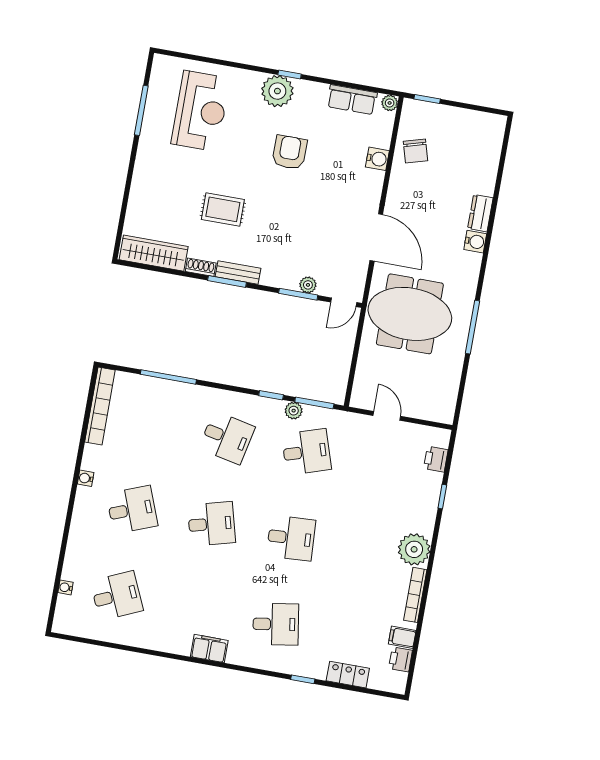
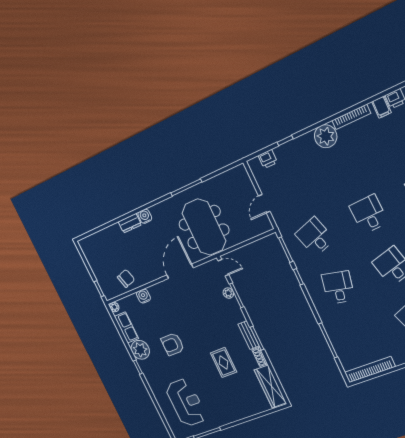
plant: (277, 91) -> (140, 350), moved
reception desk: (201, 111) -> (186, 403), turned 90
plant: (294, 411) -> (298, 259), removed

